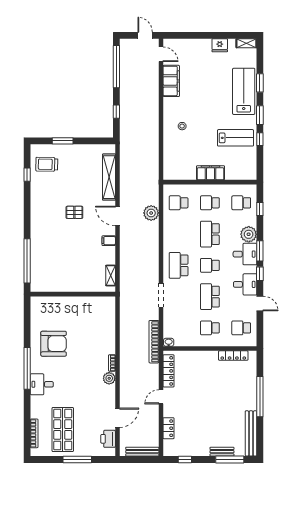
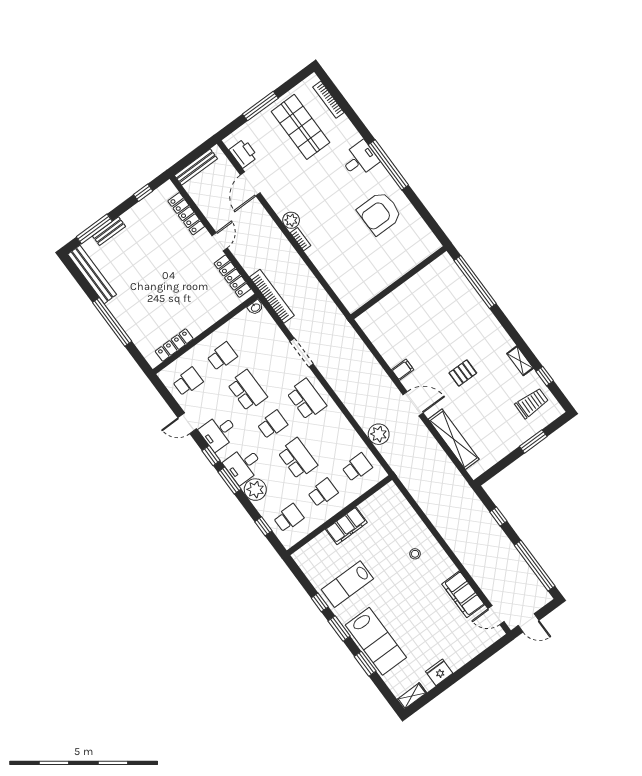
shelving: (111, 276) -> (520, 361), moved
locker: (169, 428) -> (186, 214), width x1.53

